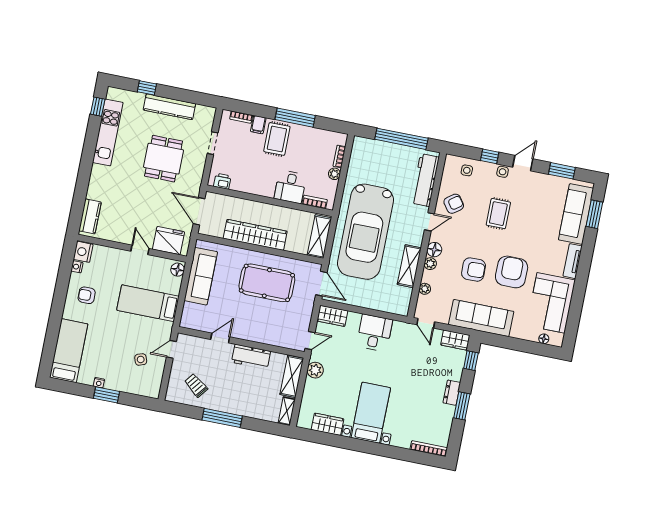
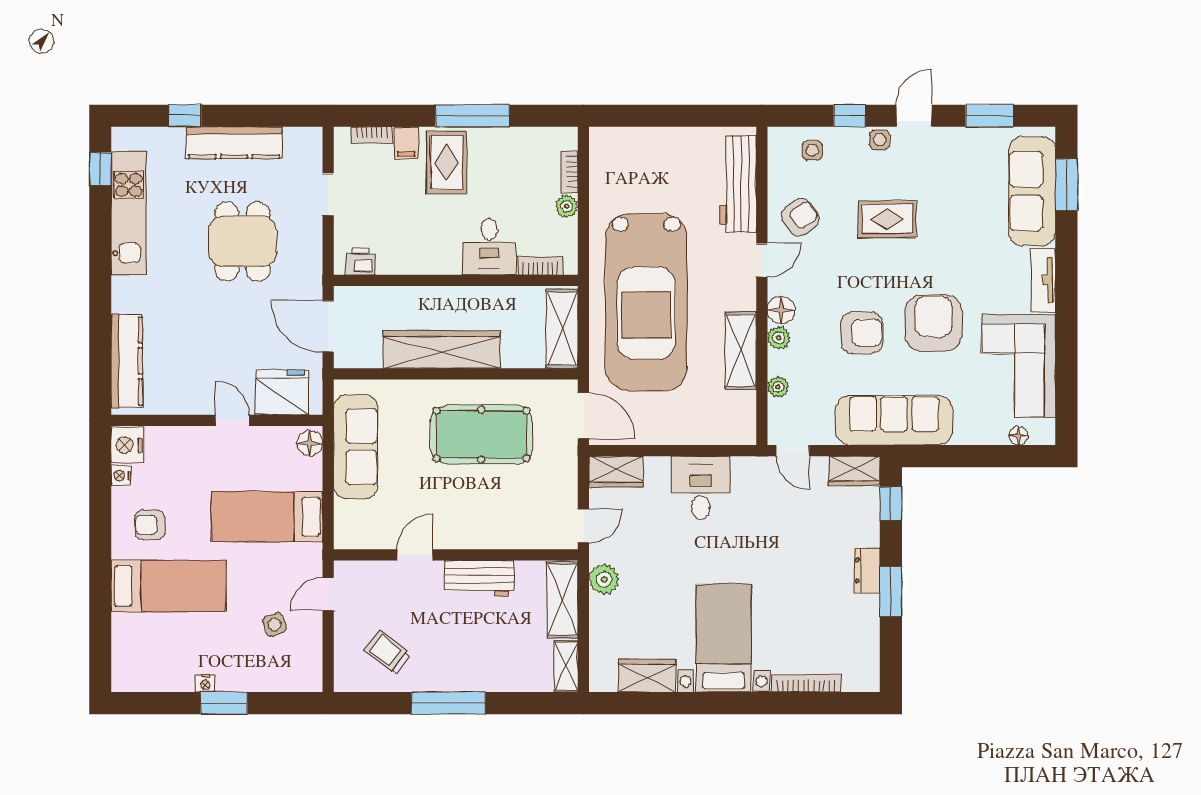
window: (401, 139) -> (679, 116), removed
rug: (498, 214) -> (887, 219), turned 90
kitchen counter: (90, 216) -> (127, 361), width x1.50
bed: (69, 351) -> (169, 586), moved, turned 90
bookcase: (429, 449) -> (806, 683), moved

